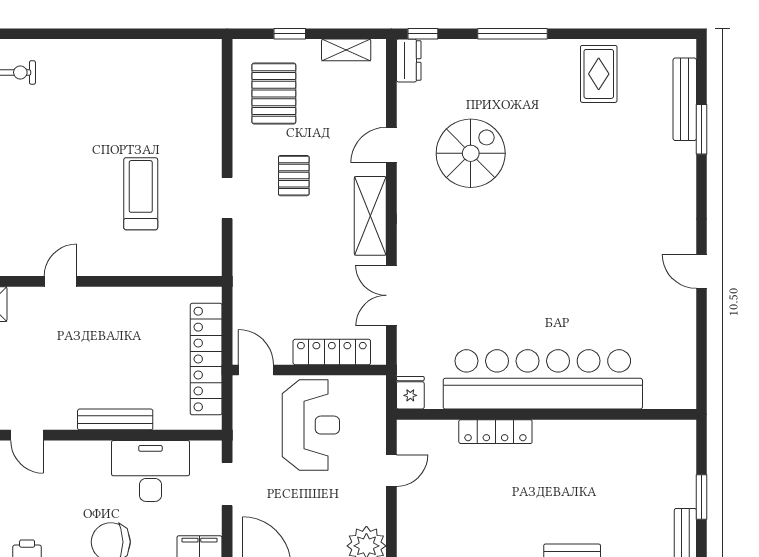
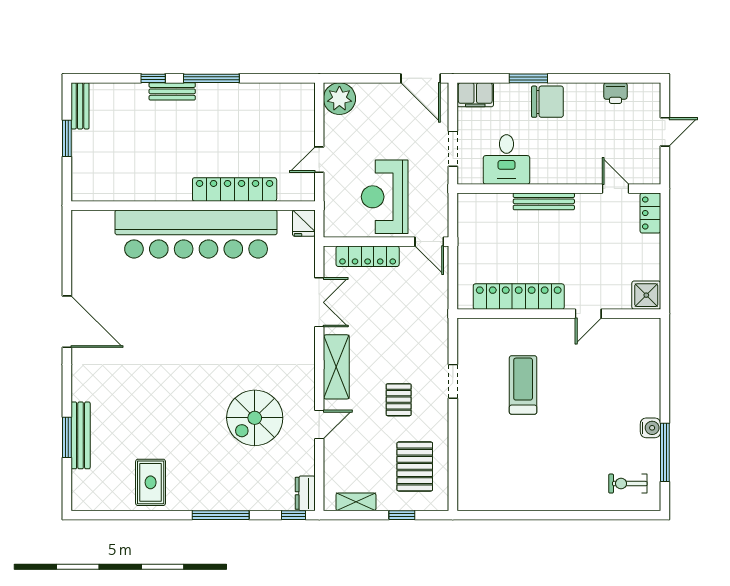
bench: (685, 99) -> (81, 435), moved
treadmill: (141, 194) -> (523, 385), turned 180
door: (701, 272) -> (67, 322), width x1.88
locker: (206, 359) -> (519, 297), moved, turned -90
locker: (495, 432) -> (235, 189), width x1.41, depth x1.21
desk: (150, 471) -> (507, 159), width x0.73

